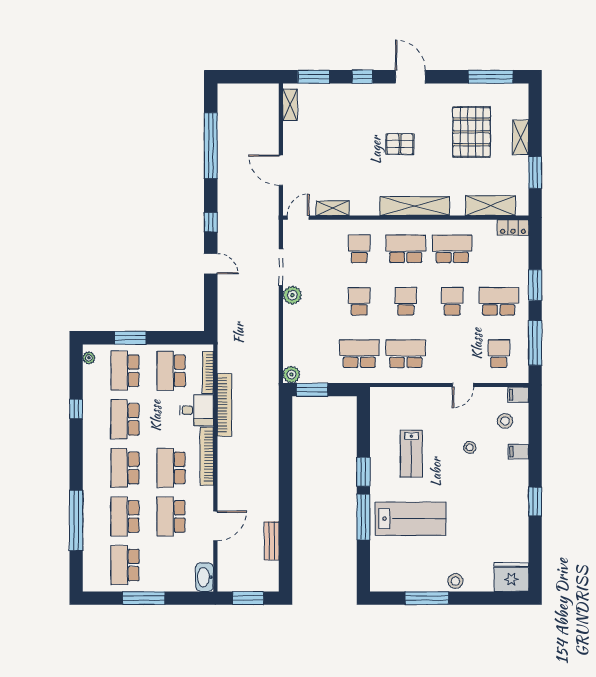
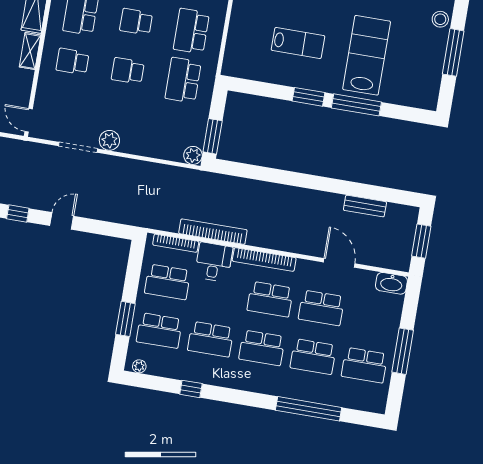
shelving: (333, 208) -> (30, 51), moved

